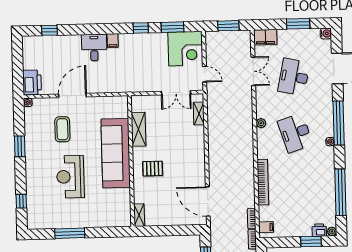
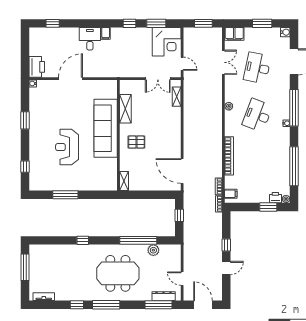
coffee table: (62, 129) -> (61, 107), removed
desk: (295, 133) -> (257, 115), turned 39

